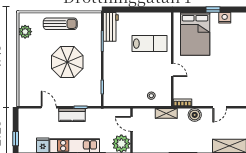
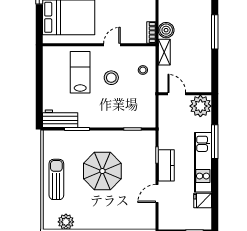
stool: (145, 69) -> (111, 78), added
boiler: (195, 115) -> (166, 30), moved
door: (132, 124) -> (177, 94), swing flipped

